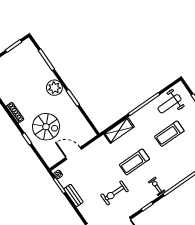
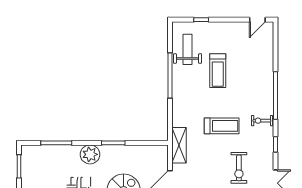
weight bench: (169, 104) -> (187, 49), turned 180
shelving: (119, 130) -> (179, 145), moved
treadmill: (134, 162) -> (222, 126), turned -90

